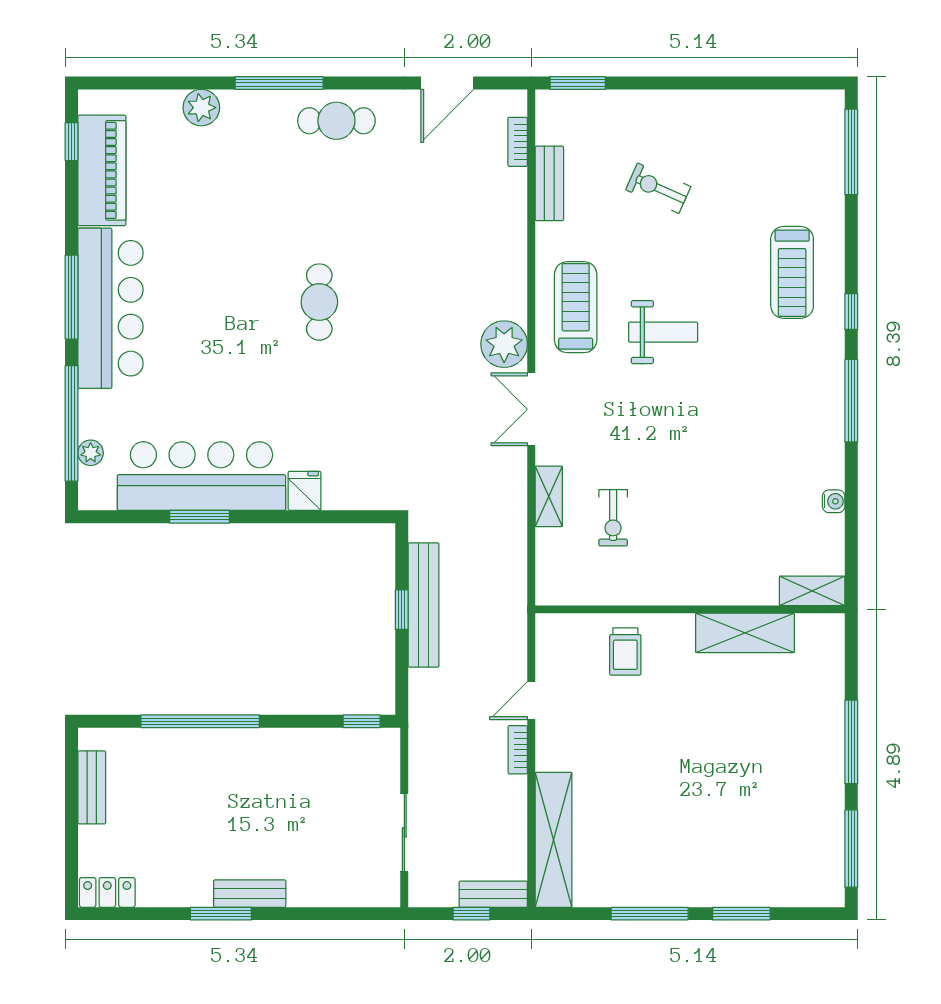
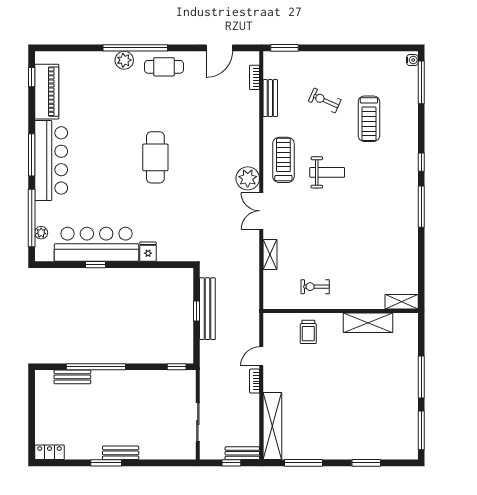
window: (279, 83) -> (135, 48), width x1.46
plant: (201, 108) -> (124, 60), moved
treadmill: (792, 272) -> (369, 119), moved
cafe table: (319, 302) -> (155, 157), width x1.37, depth x1.35
water cooler: (834, 501) -> (412, 60), moved
window: (199, 517) -> (96, 265), width x0.67
exercise bike: (613, 518) -> (315, 287), moved, turned 90
bench: (92, 787) -> (72, 377), moved, turned 90
window: (650, 914) -> (304, 463), moved

